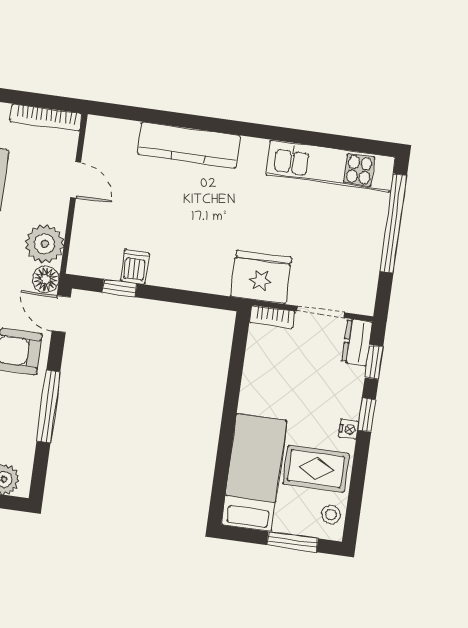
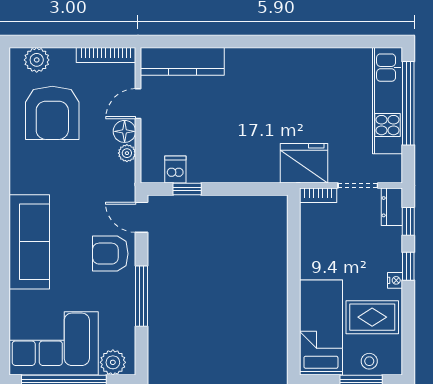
kitchen counter: (189, 145) -> (182, 61), moved
kitchen unit: (331, 166) -> (388, 101), moved, turned 90
door: (76, 180) -> (138, 104), swing flipped
plant: (44, 244) -> (127, 153), width x0.53, depth x0.53
dishwasher: (135, 267) -> (175, 170), moved
floor lamp: (46, 279) -> (125, 131), moved
stool: (331, 515) -> (369, 361), moved

